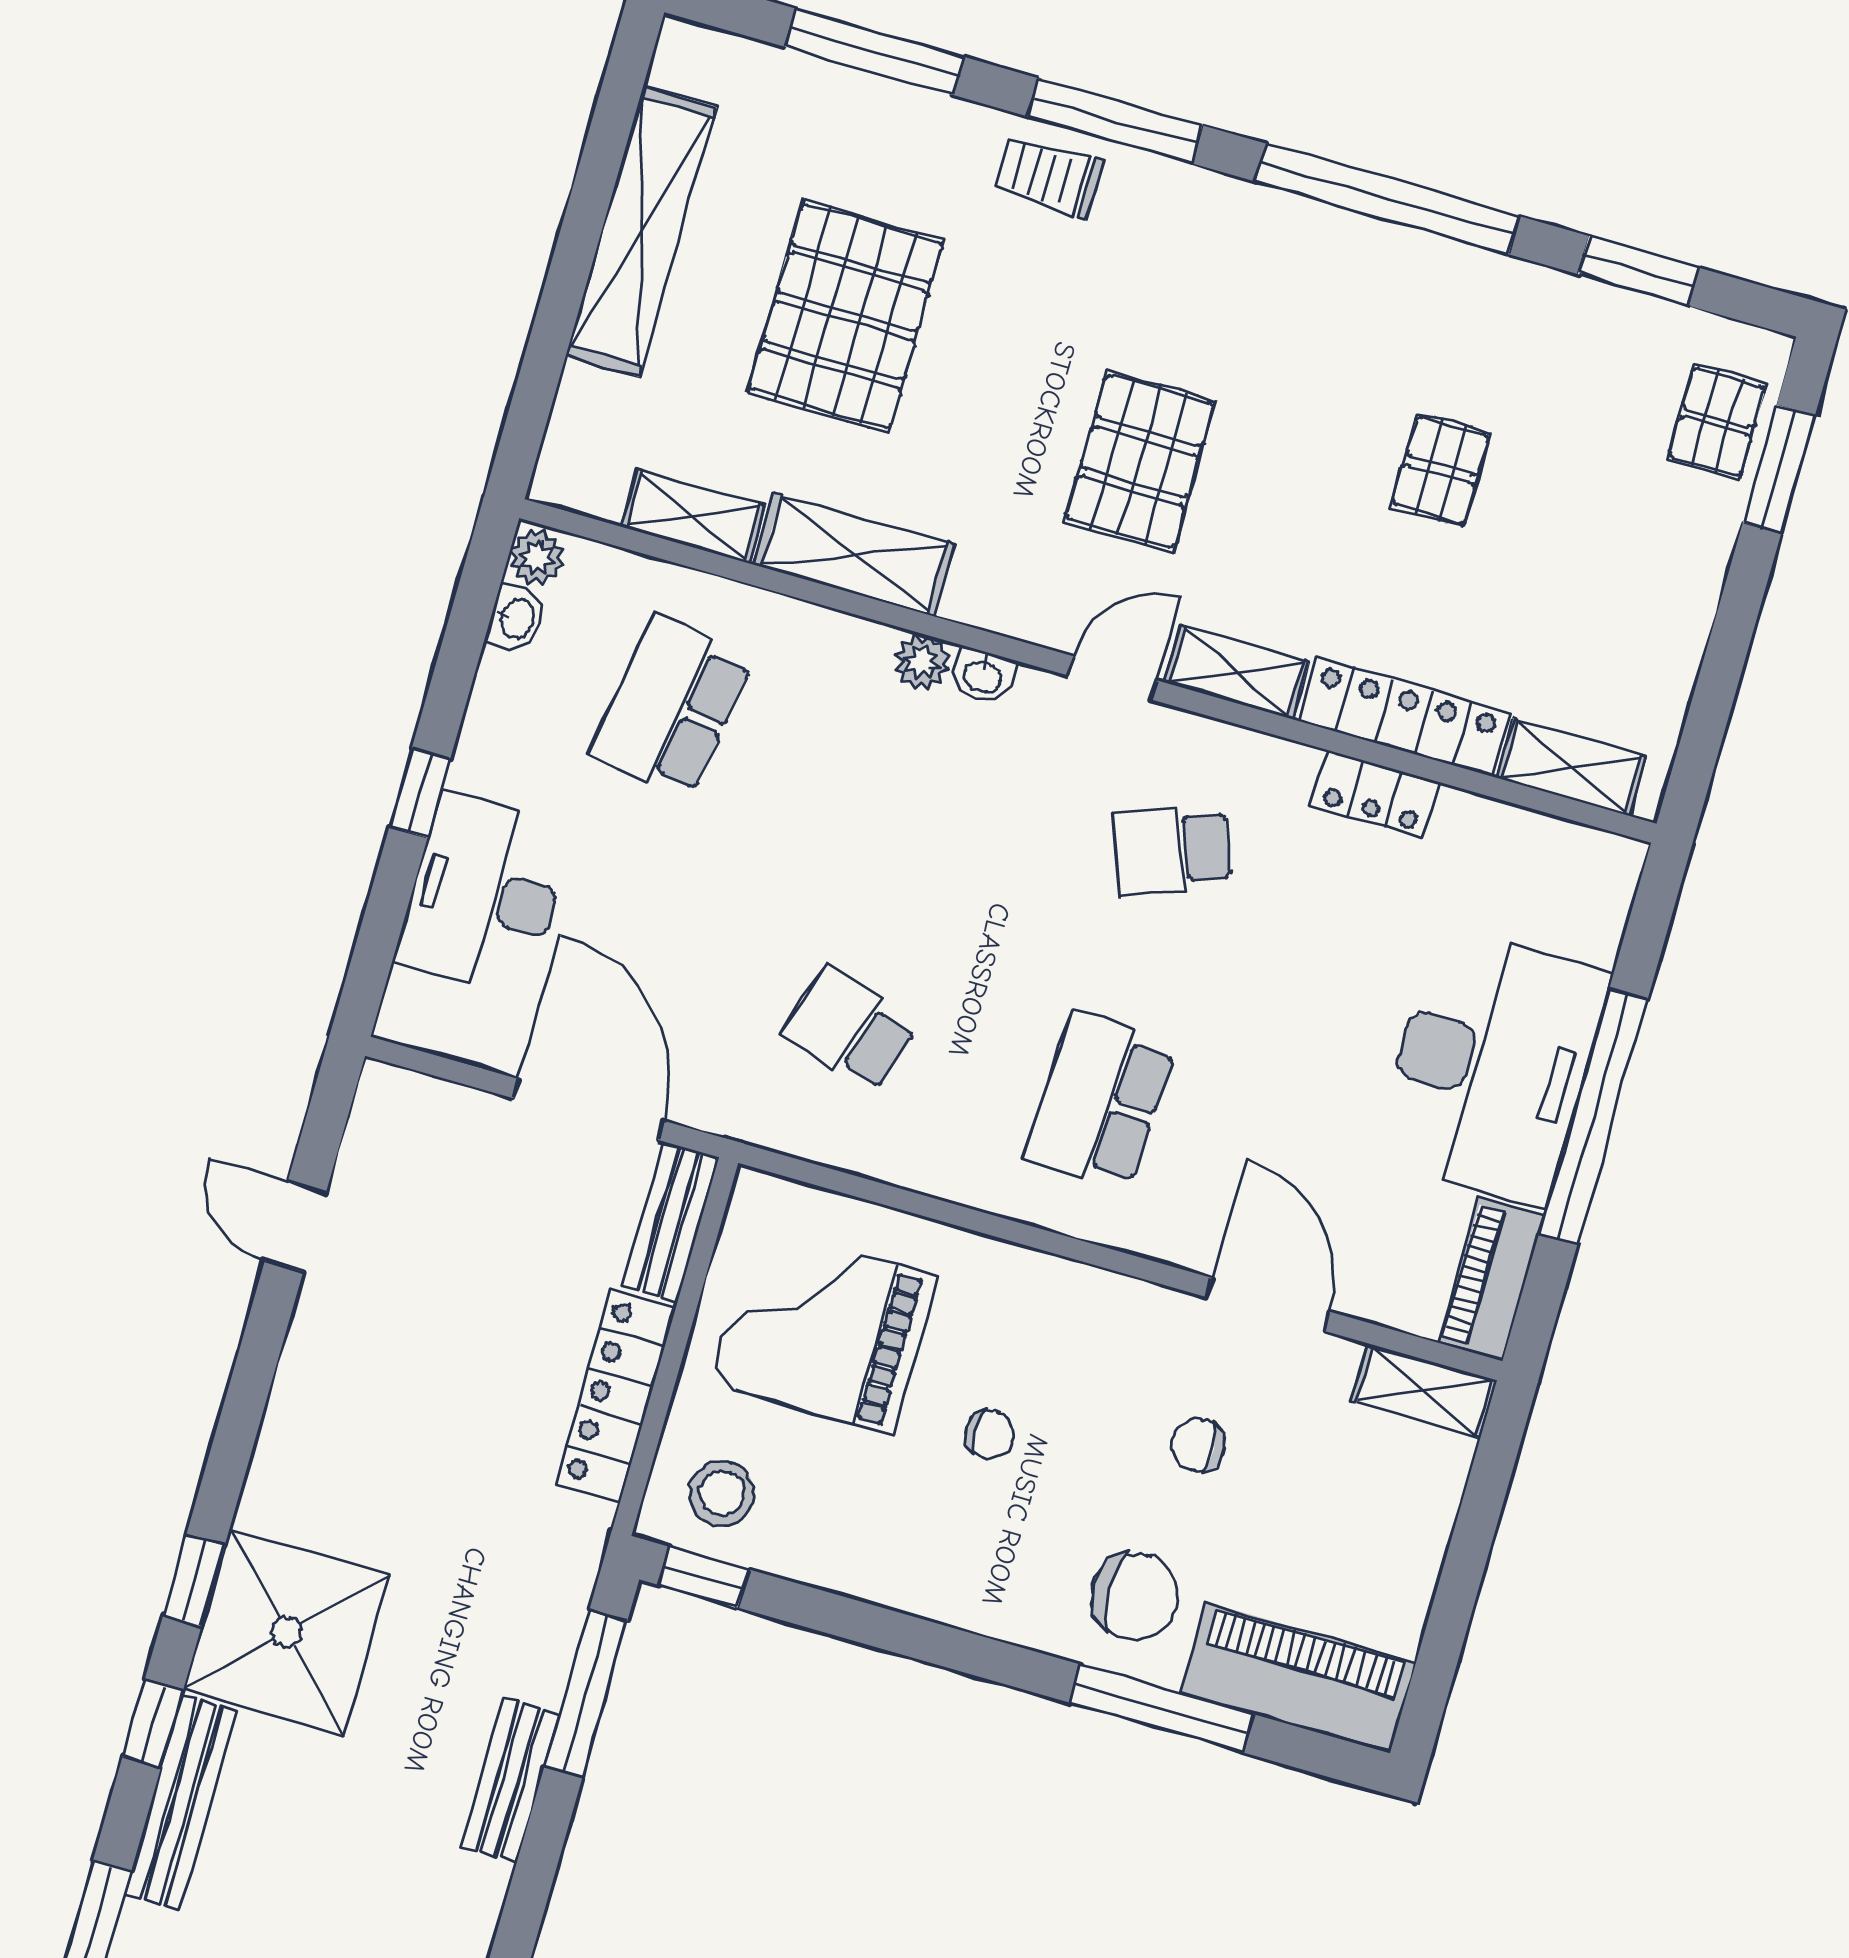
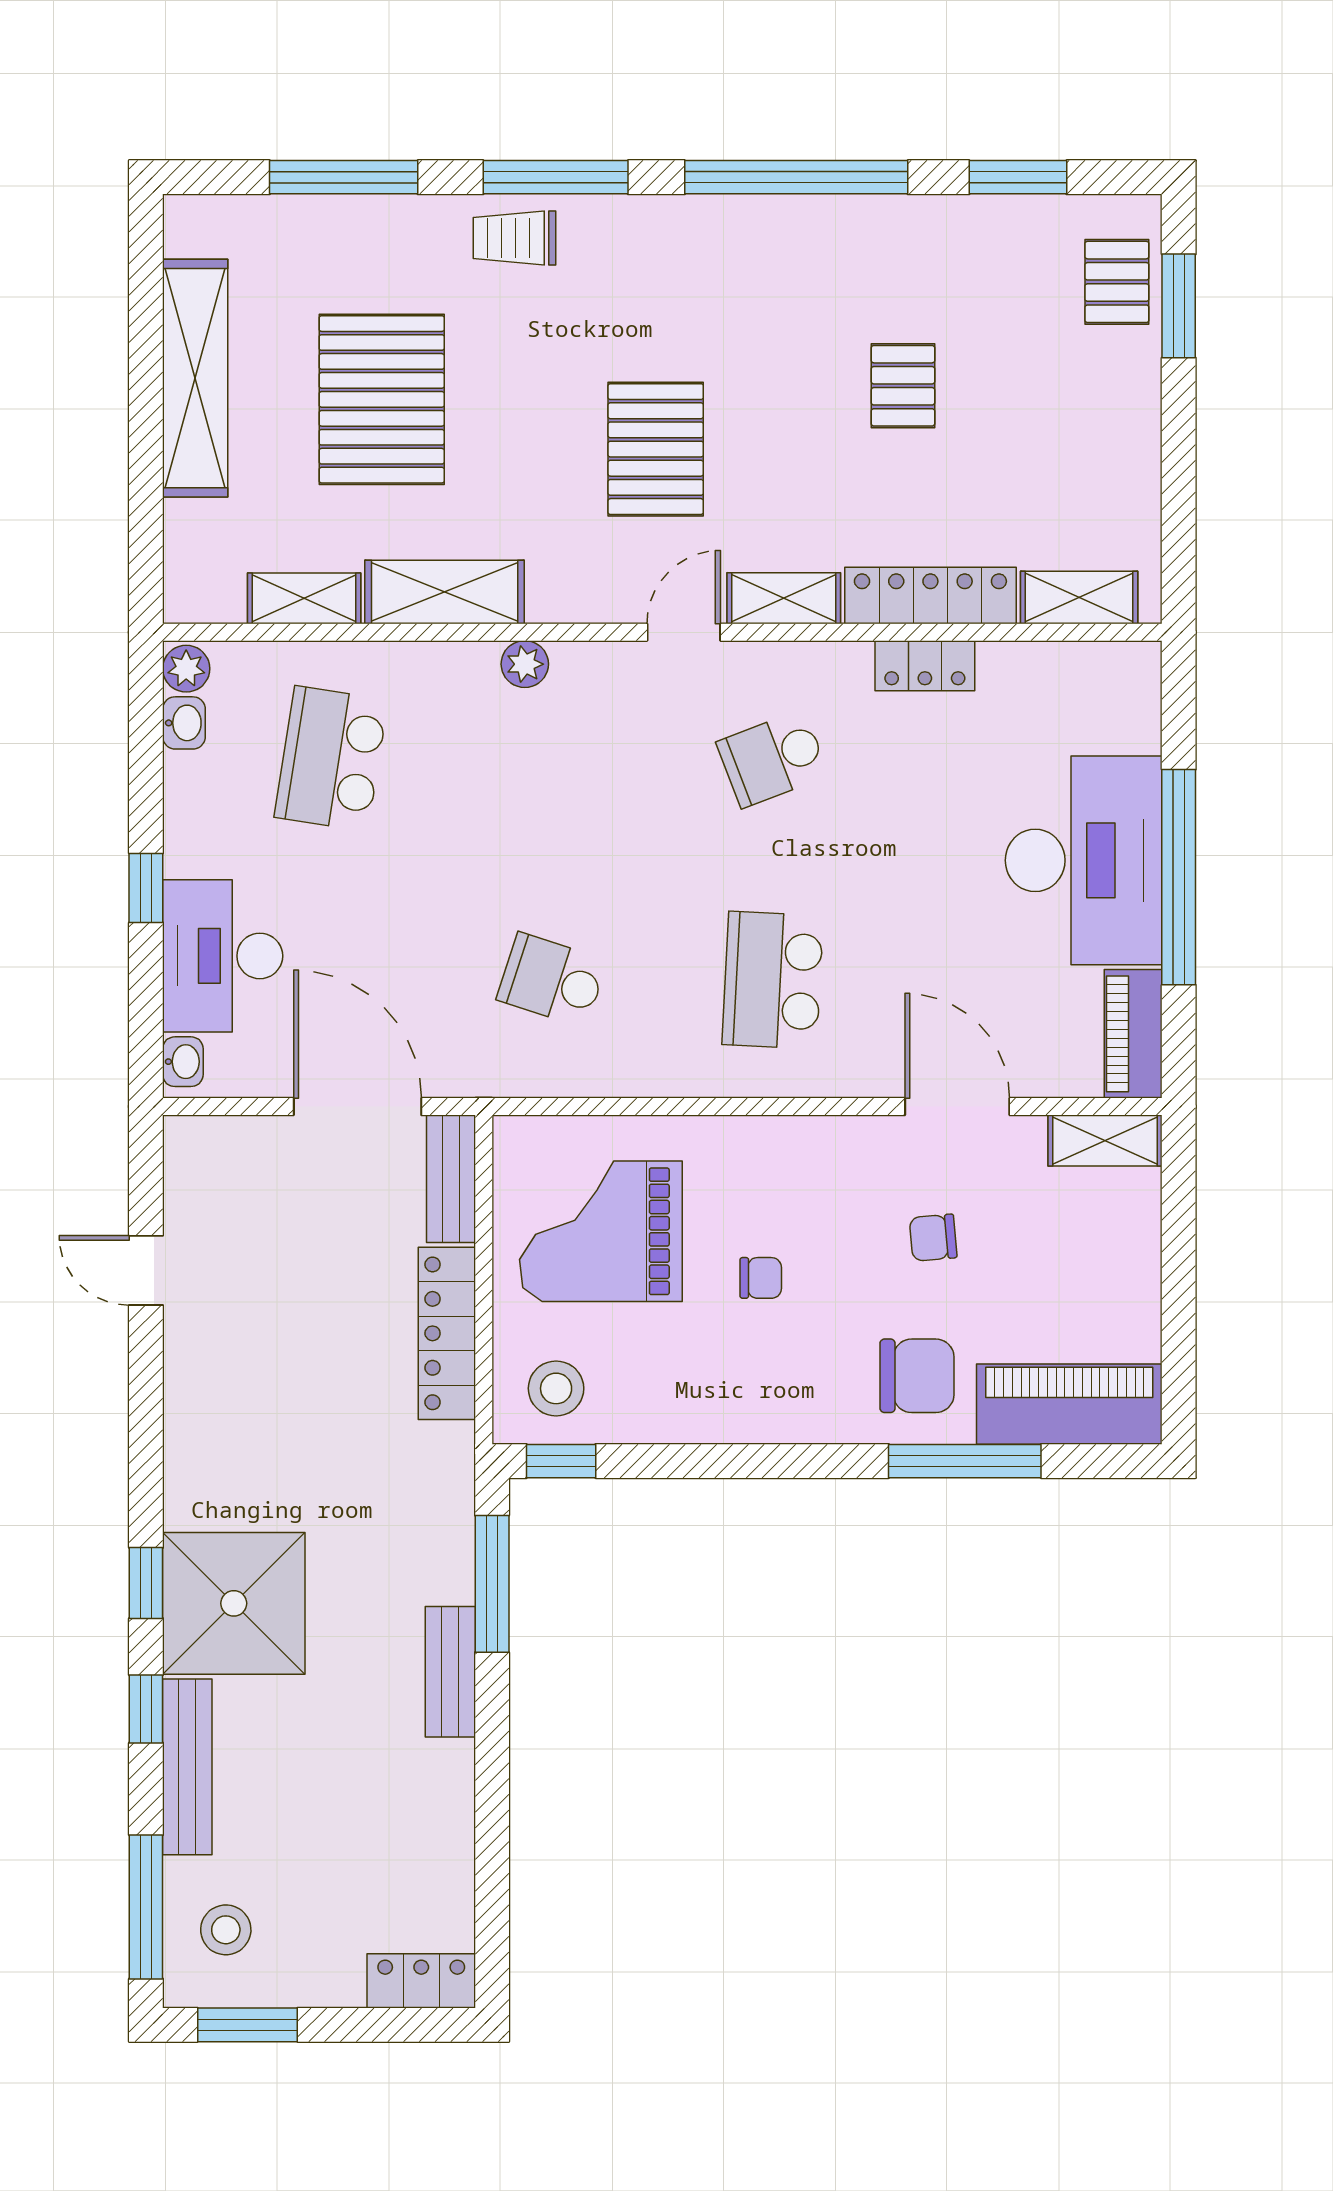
washbasin: (983, 676) -> (183, 1062), moved, turned -90

